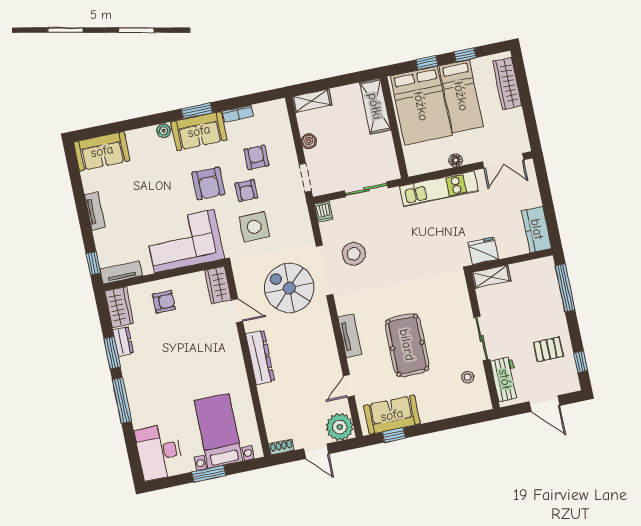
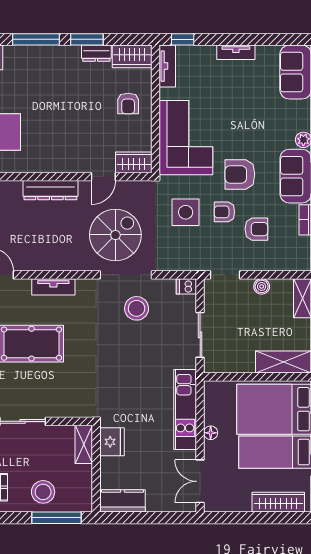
stool: (544, 305) -> (43, 492), added

